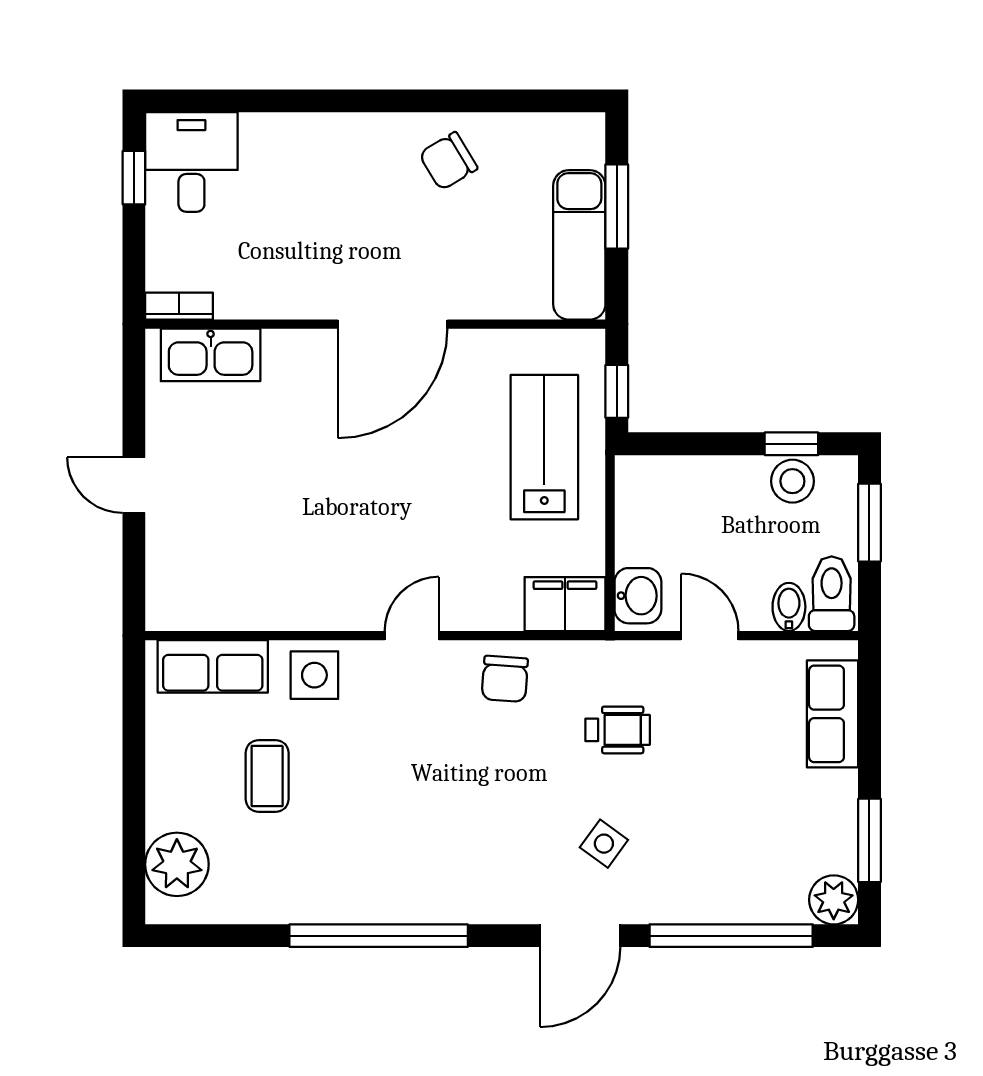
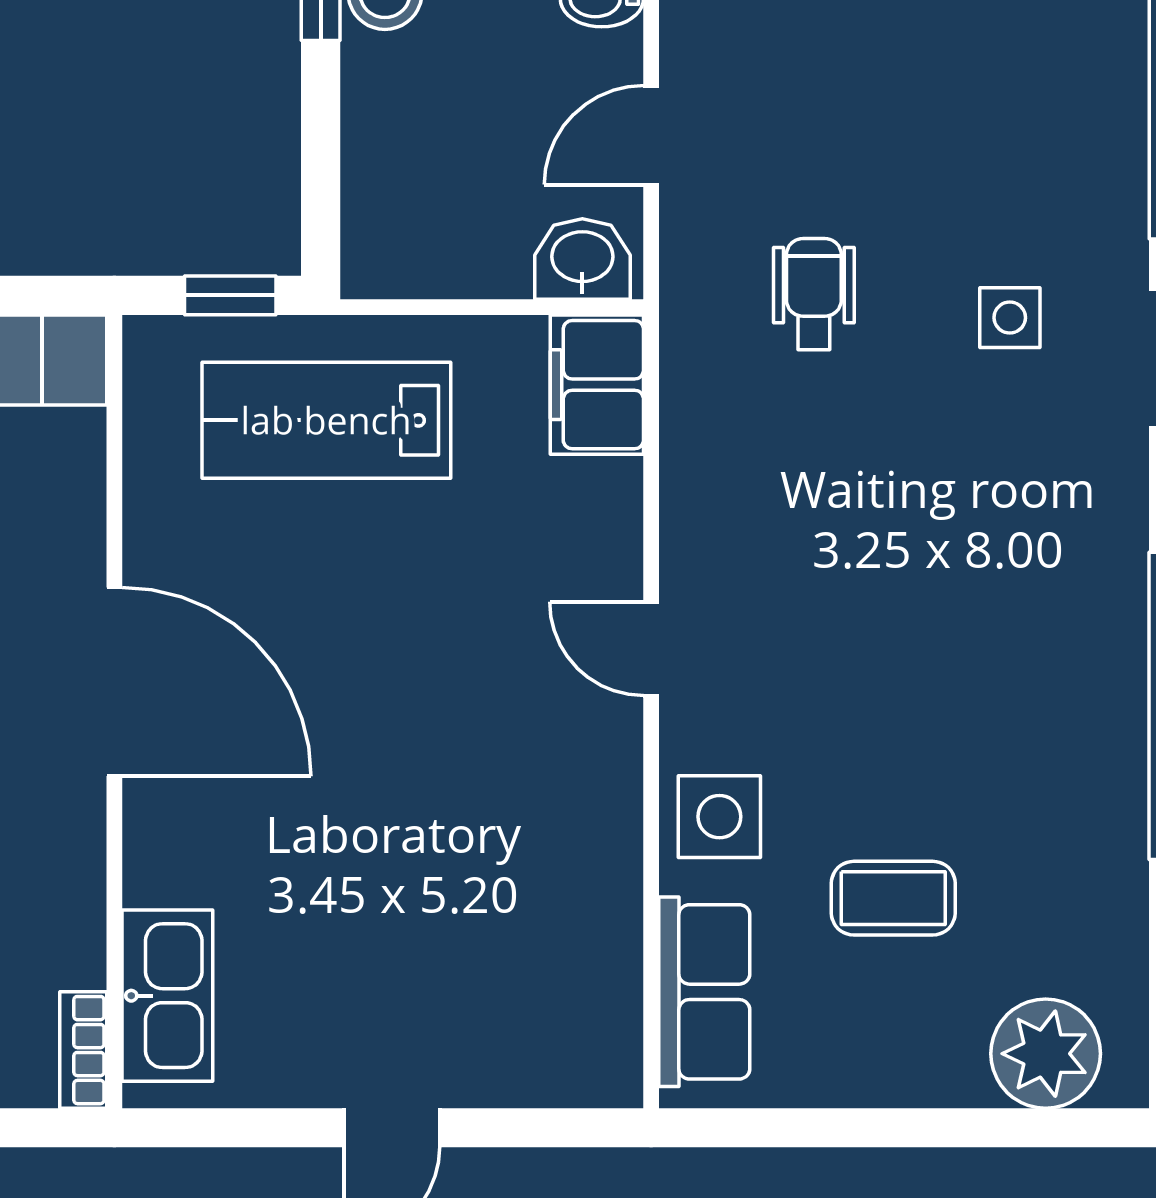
chair: (505, 679) -> (726, 488), removed
side table: (604, 844) -> (1010, 318), turned -36

